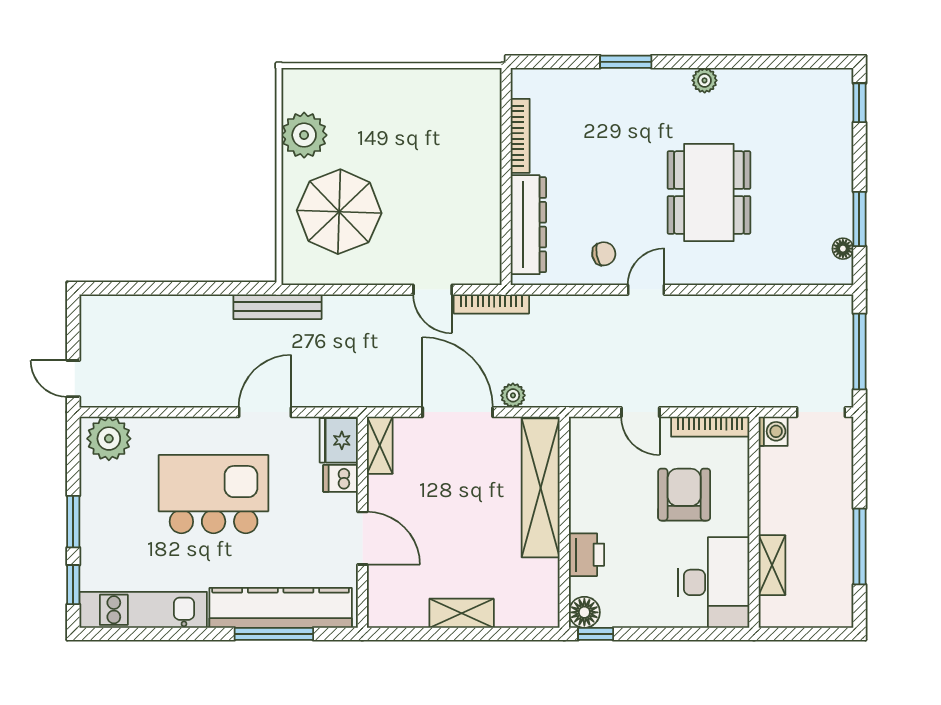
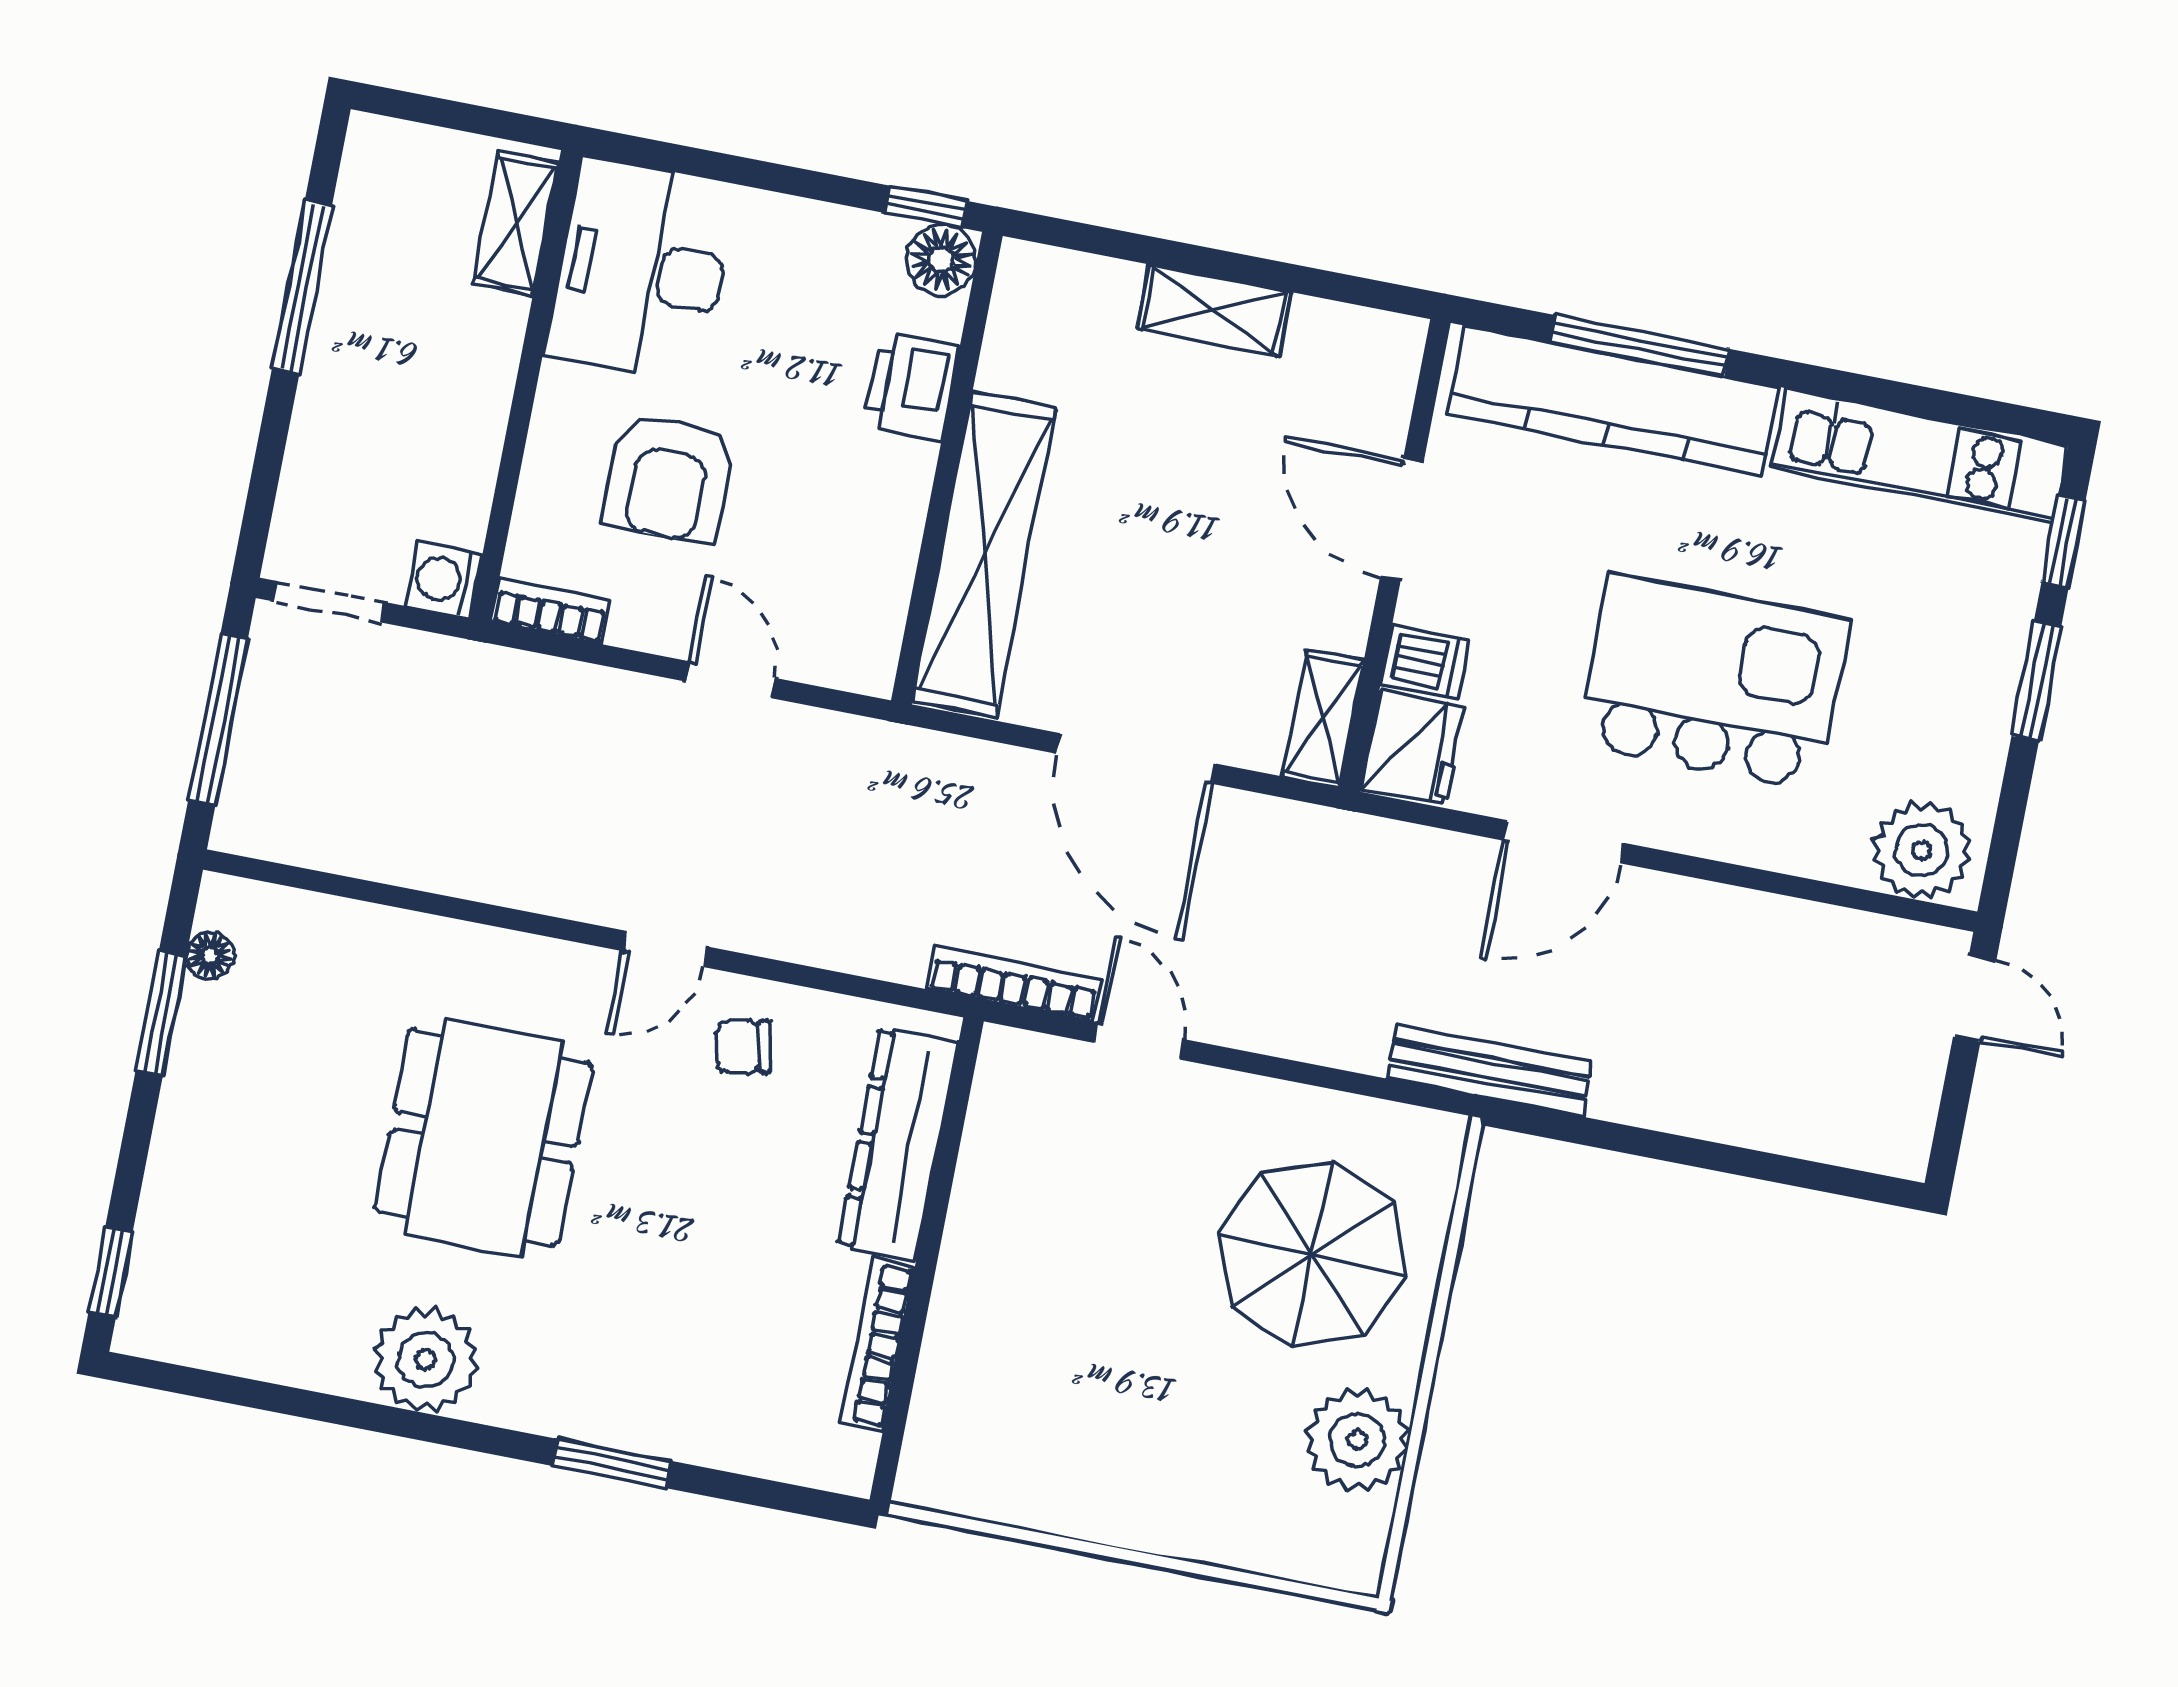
plant: (705, 80) -> (425, 1360), width x1.88, depth x1.88
plant: (513, 395) -> (1006, 772), removed
bookcase: (710, 427) -> (550, 611), width x0.64
kitchen island: (214, 494) -> (1713, 682), turned 180
shelving: (772, 565) -> (516, 223), moved

